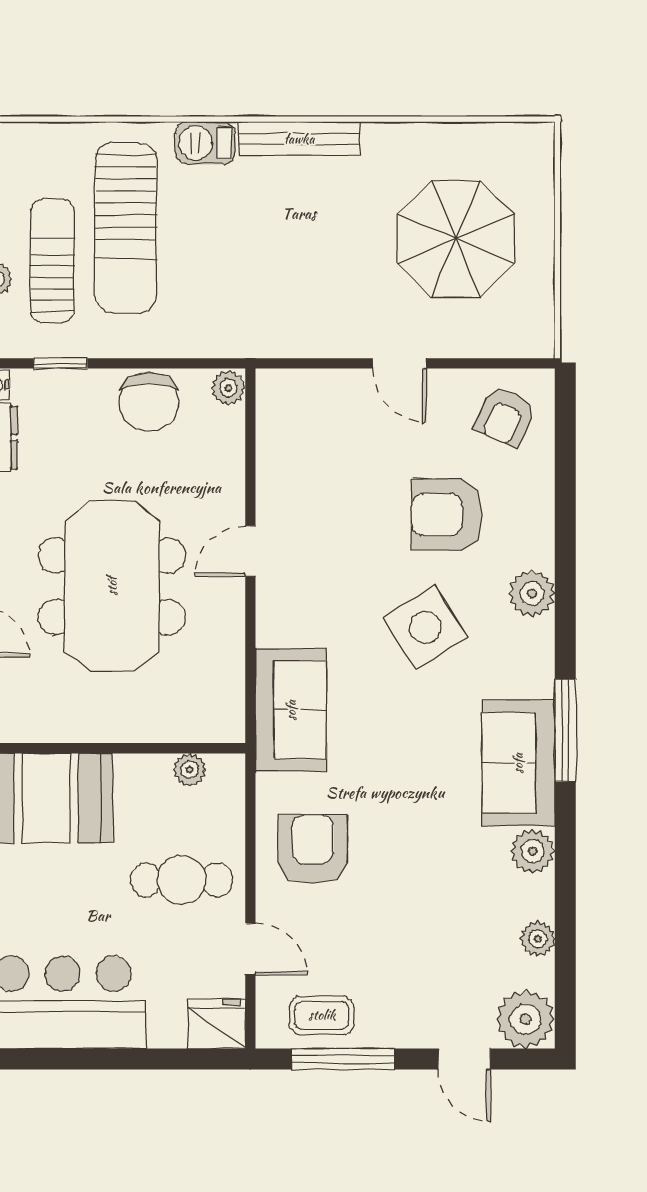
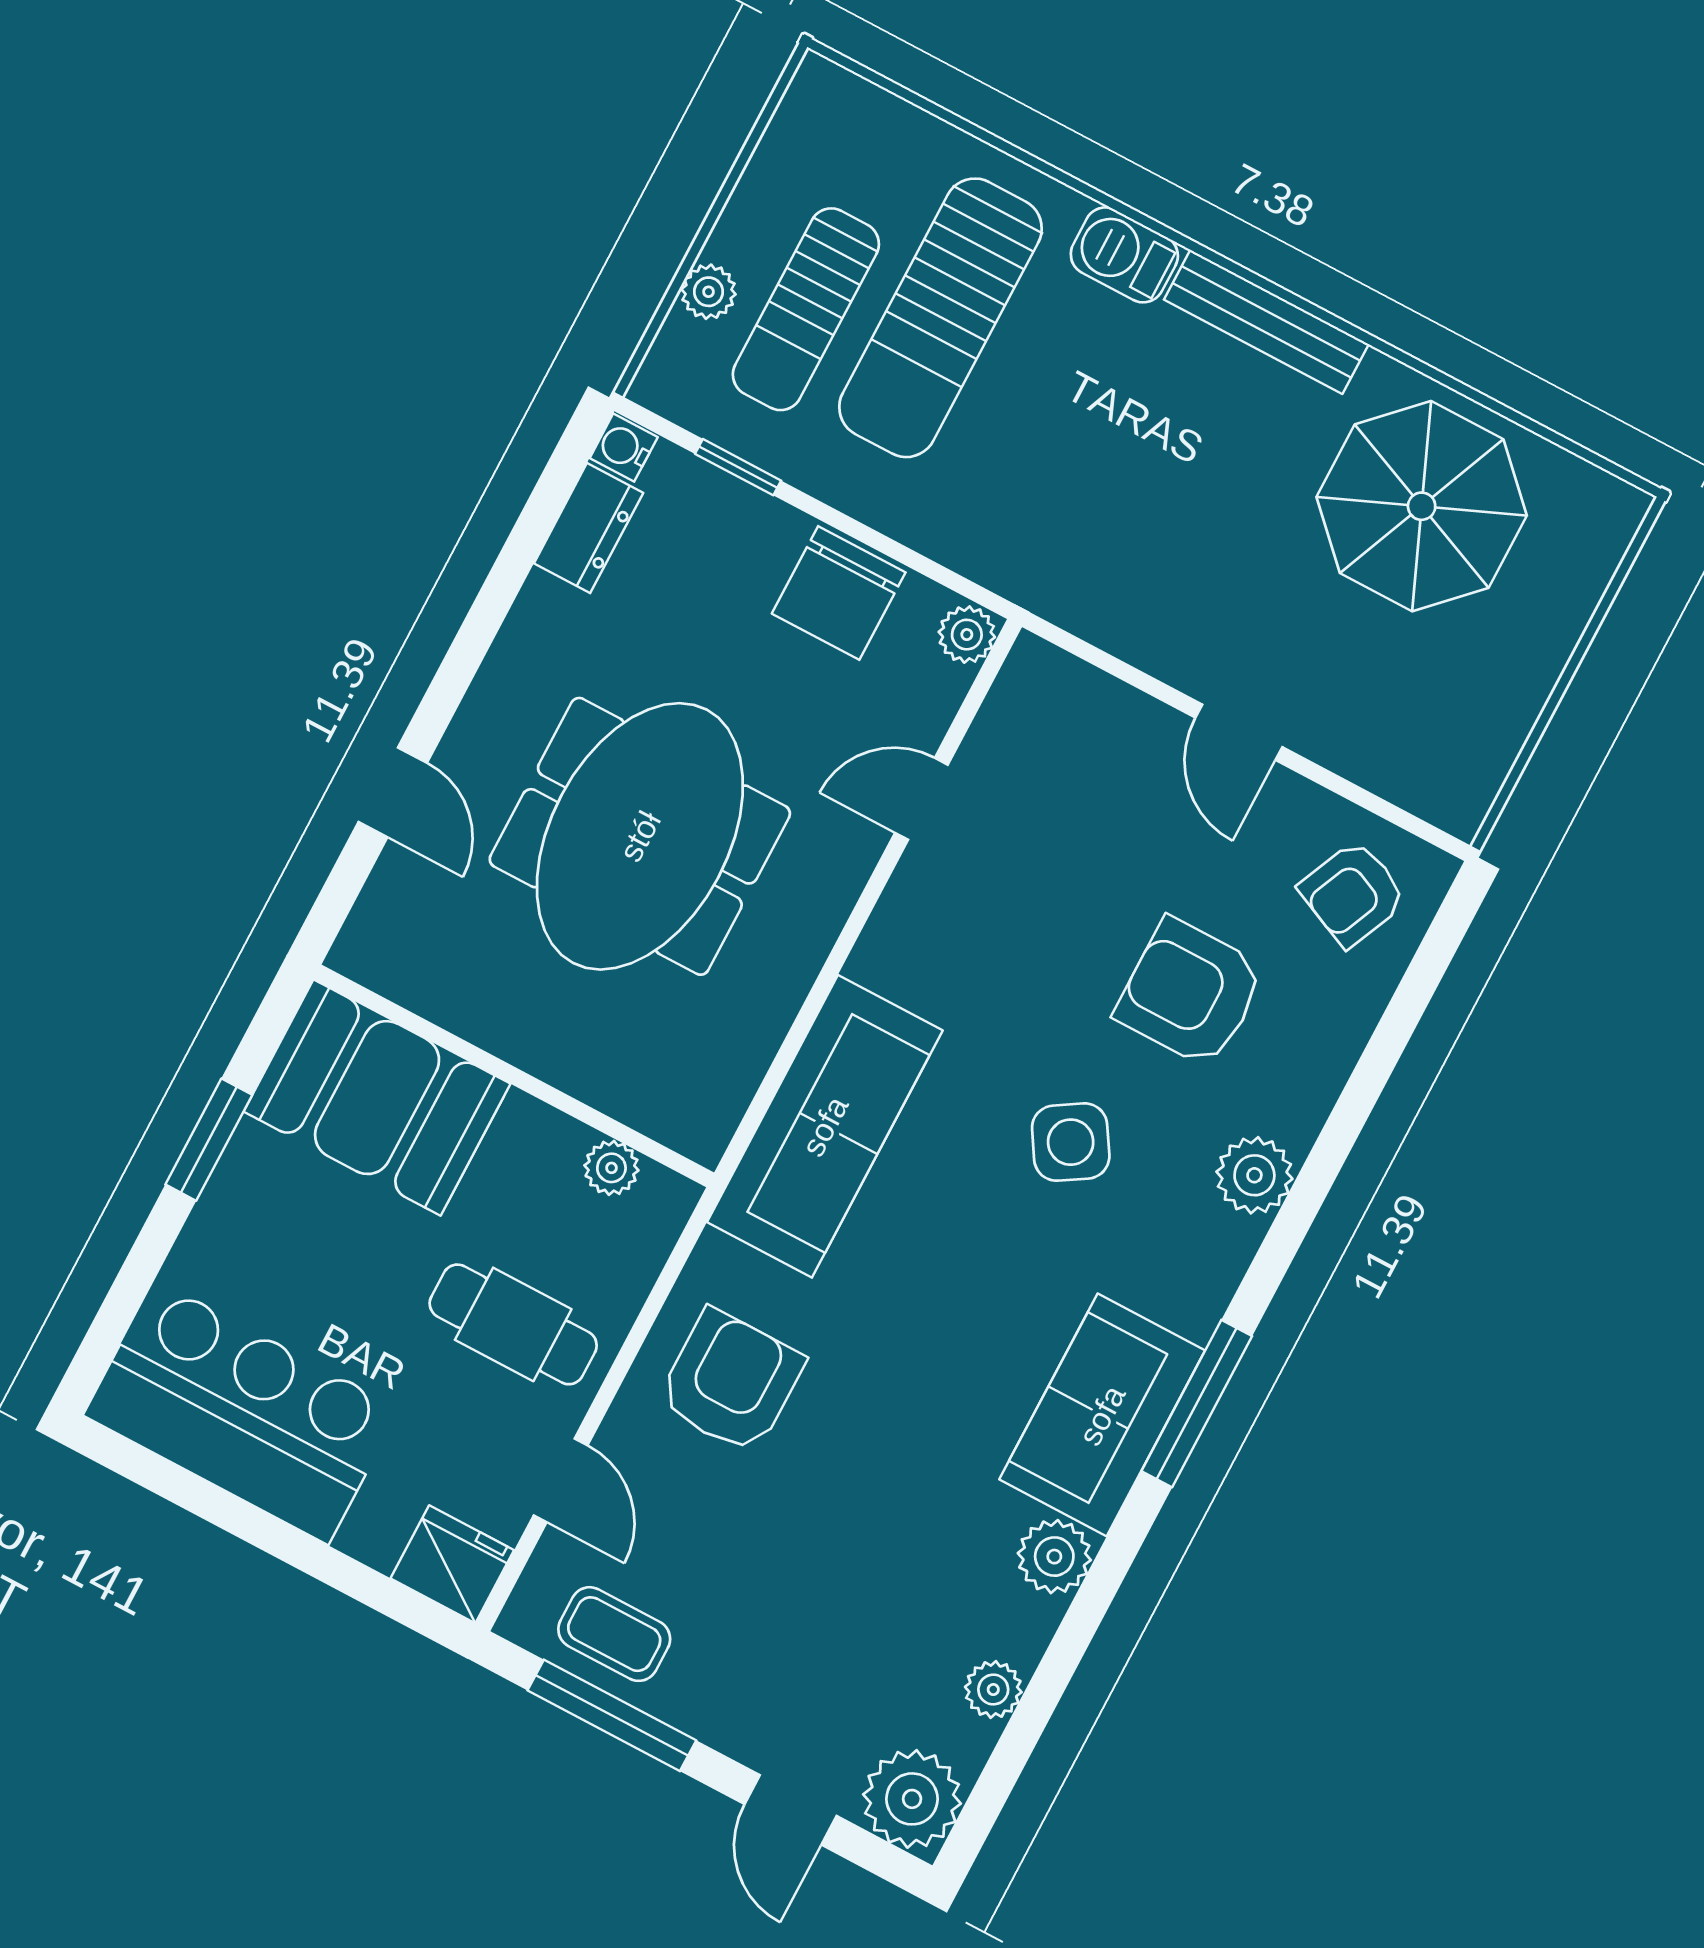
parasol: (456, 239) -> (1422, 506), moved
sun lounger: (52, 261) -> (806, 309), turned 180
door: (250, 551) -> (921, 799), moved
side table: (425, 627) -> (1071, 1142), width x0.73, depth x0.73
sofa: (291, 710) -> (825, 1126), width x1.36

